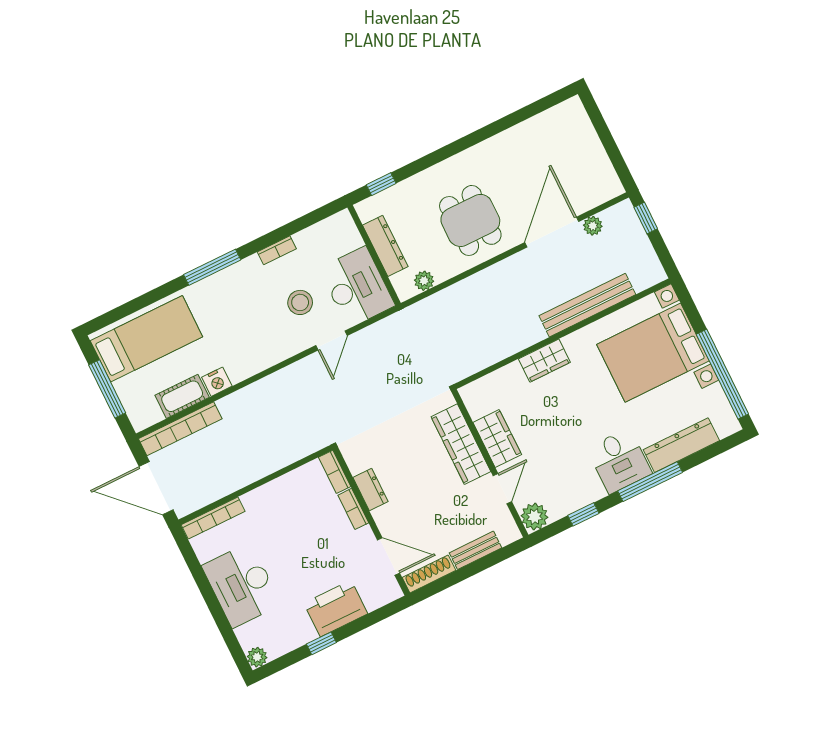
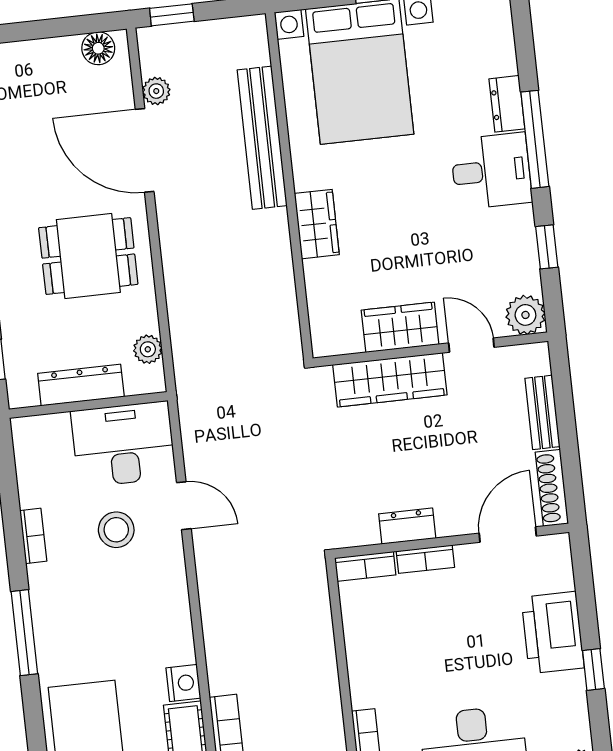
floor lamp: (607, 178) -> (98, 48), added
dresser: (681, 445) -> (507, 104), width x0.51, depth x0.80

